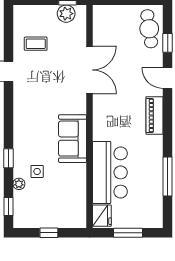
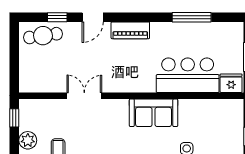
plant: (66, 14) -> (28, 140), moved
double door: (90, 70) -> (84, 96), width x0.73

